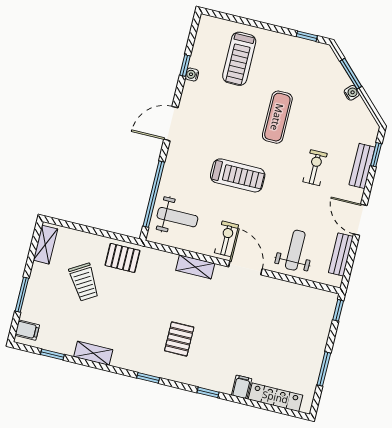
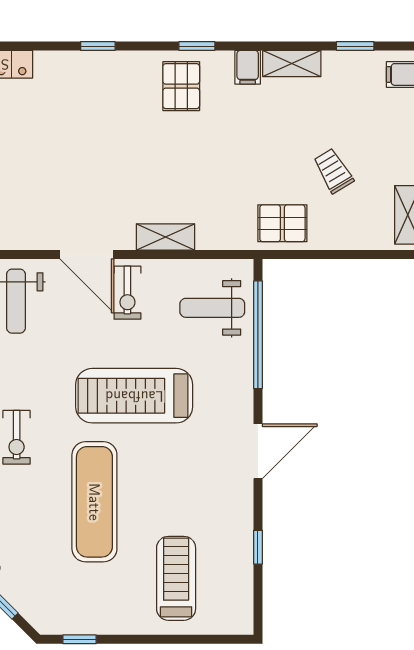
water cooler: (192, 75) -> (244, 536), removed
exercise mat: (277, 117) -> (94, 502), width x1.36, depth x1.45
treadmill: (238, 175) -> (134, 396), width x1.37, depth x1.38
trolley: (84, 282) -> (333, 171), width x0.73, depth x0.72
pallet: (179, 339) -> (181, 86), moved
filing cabinet: (242, 387) -> (248, 67), moved

